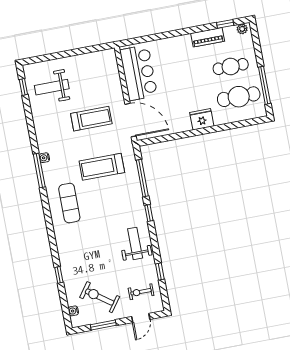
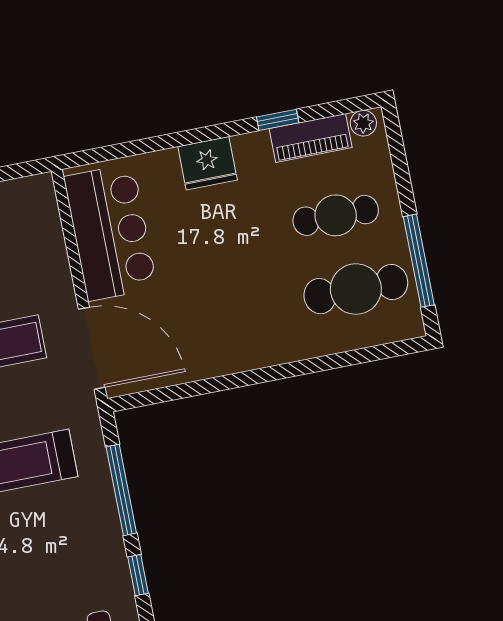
window: (225, 24) -> (278, 120), moved
piano: (208, 37) -> (311, 138), moved
fridge: (202, 119) -> (208, 163), moved, turned 180

